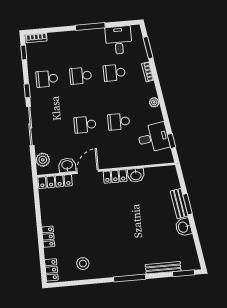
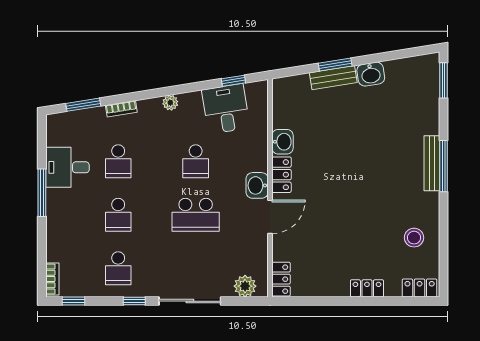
desk: (119, 40) -> (67, 167), moved
school desk: (85, 125) -> (196, 215), width x1.85
washbasin: (67, 165) -> (257, 185), moved
door: (88, 172) -> (270, 217), swing flipped
locker: (55, 182) -> (281, 279), width x0.66
bench: (163, 268) -> (432, 163), moved

